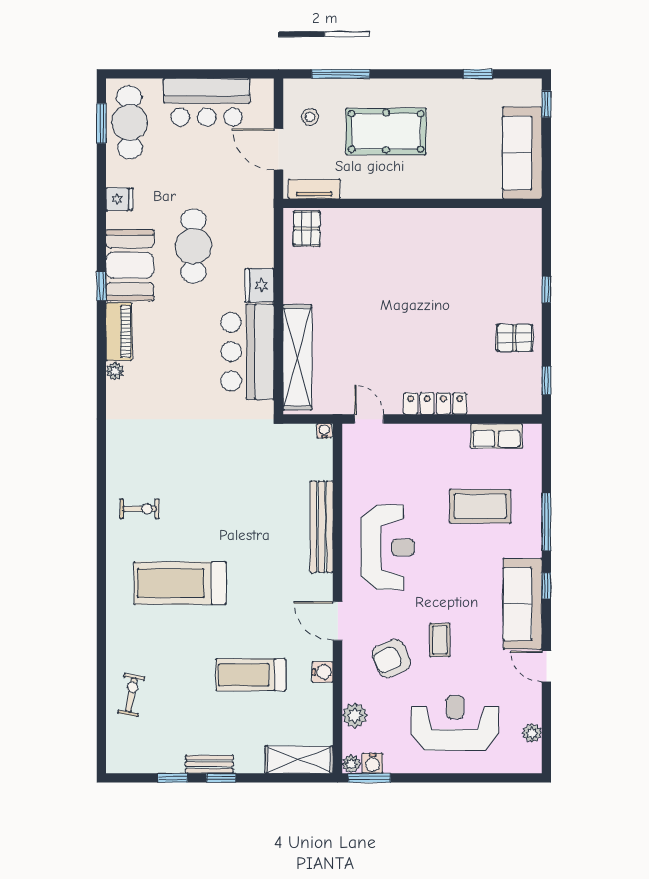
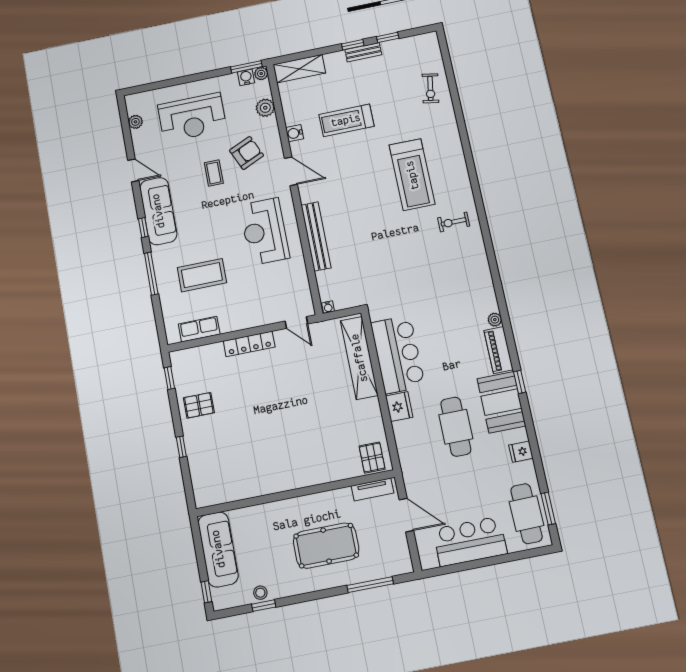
stool: (310, 117) -> (260, 593), moved
treadmill: (180, 583) -> (412, 175), turned 90
treadmill: (251, 675) -> (346, 120), turned 180

